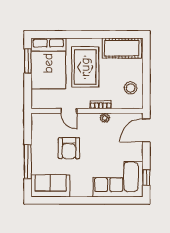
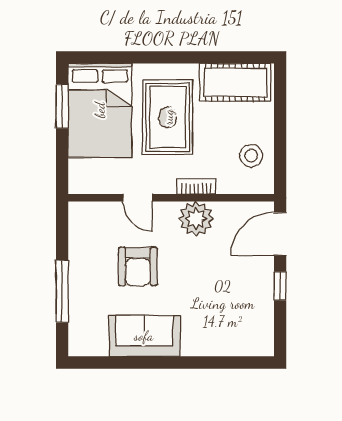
plant: (105, 118) -> (196, 219), width x1.87, depth x1.87
window: (146, 178) -> (280, 286), moved
corner sofa: (118, 179) -> (228, 324), removed
sofa: (50, 186) -> (144, 336), moved

